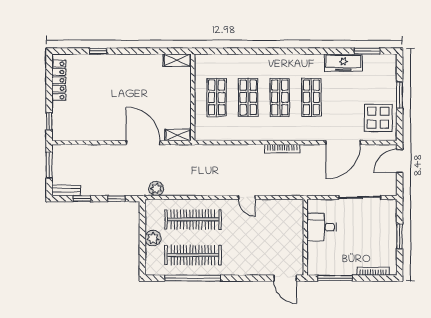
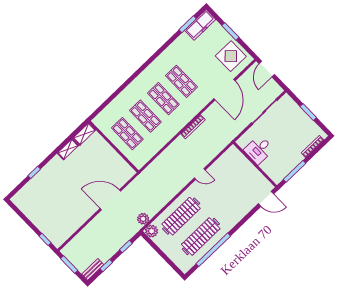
freezer: (343, 63) -> (200, 25), moved
locker: (59, 80) -> (28, 211), removed
shelving: (178, 135) -> (68, 149), moved
plant: (153, 238) -> (152, 231), moved

